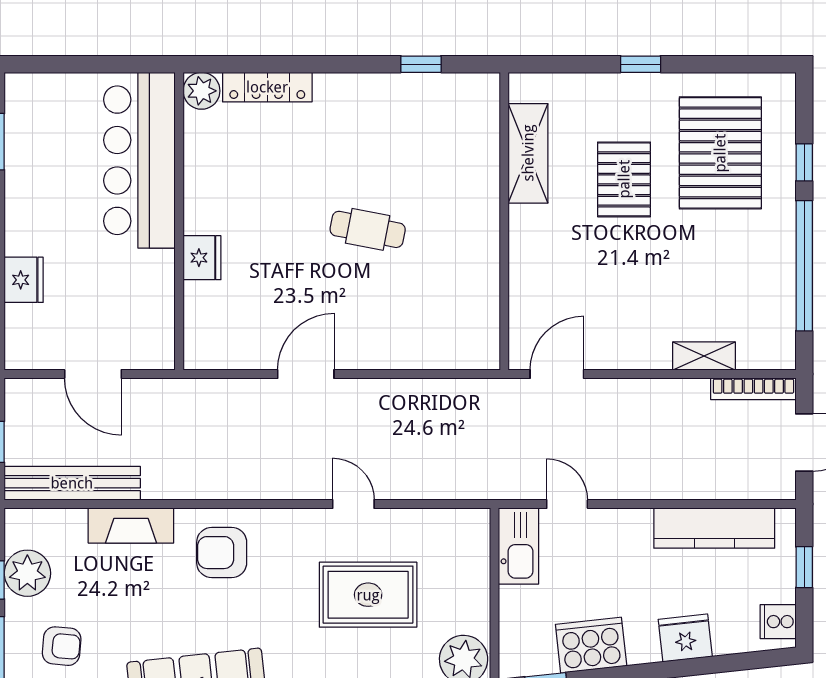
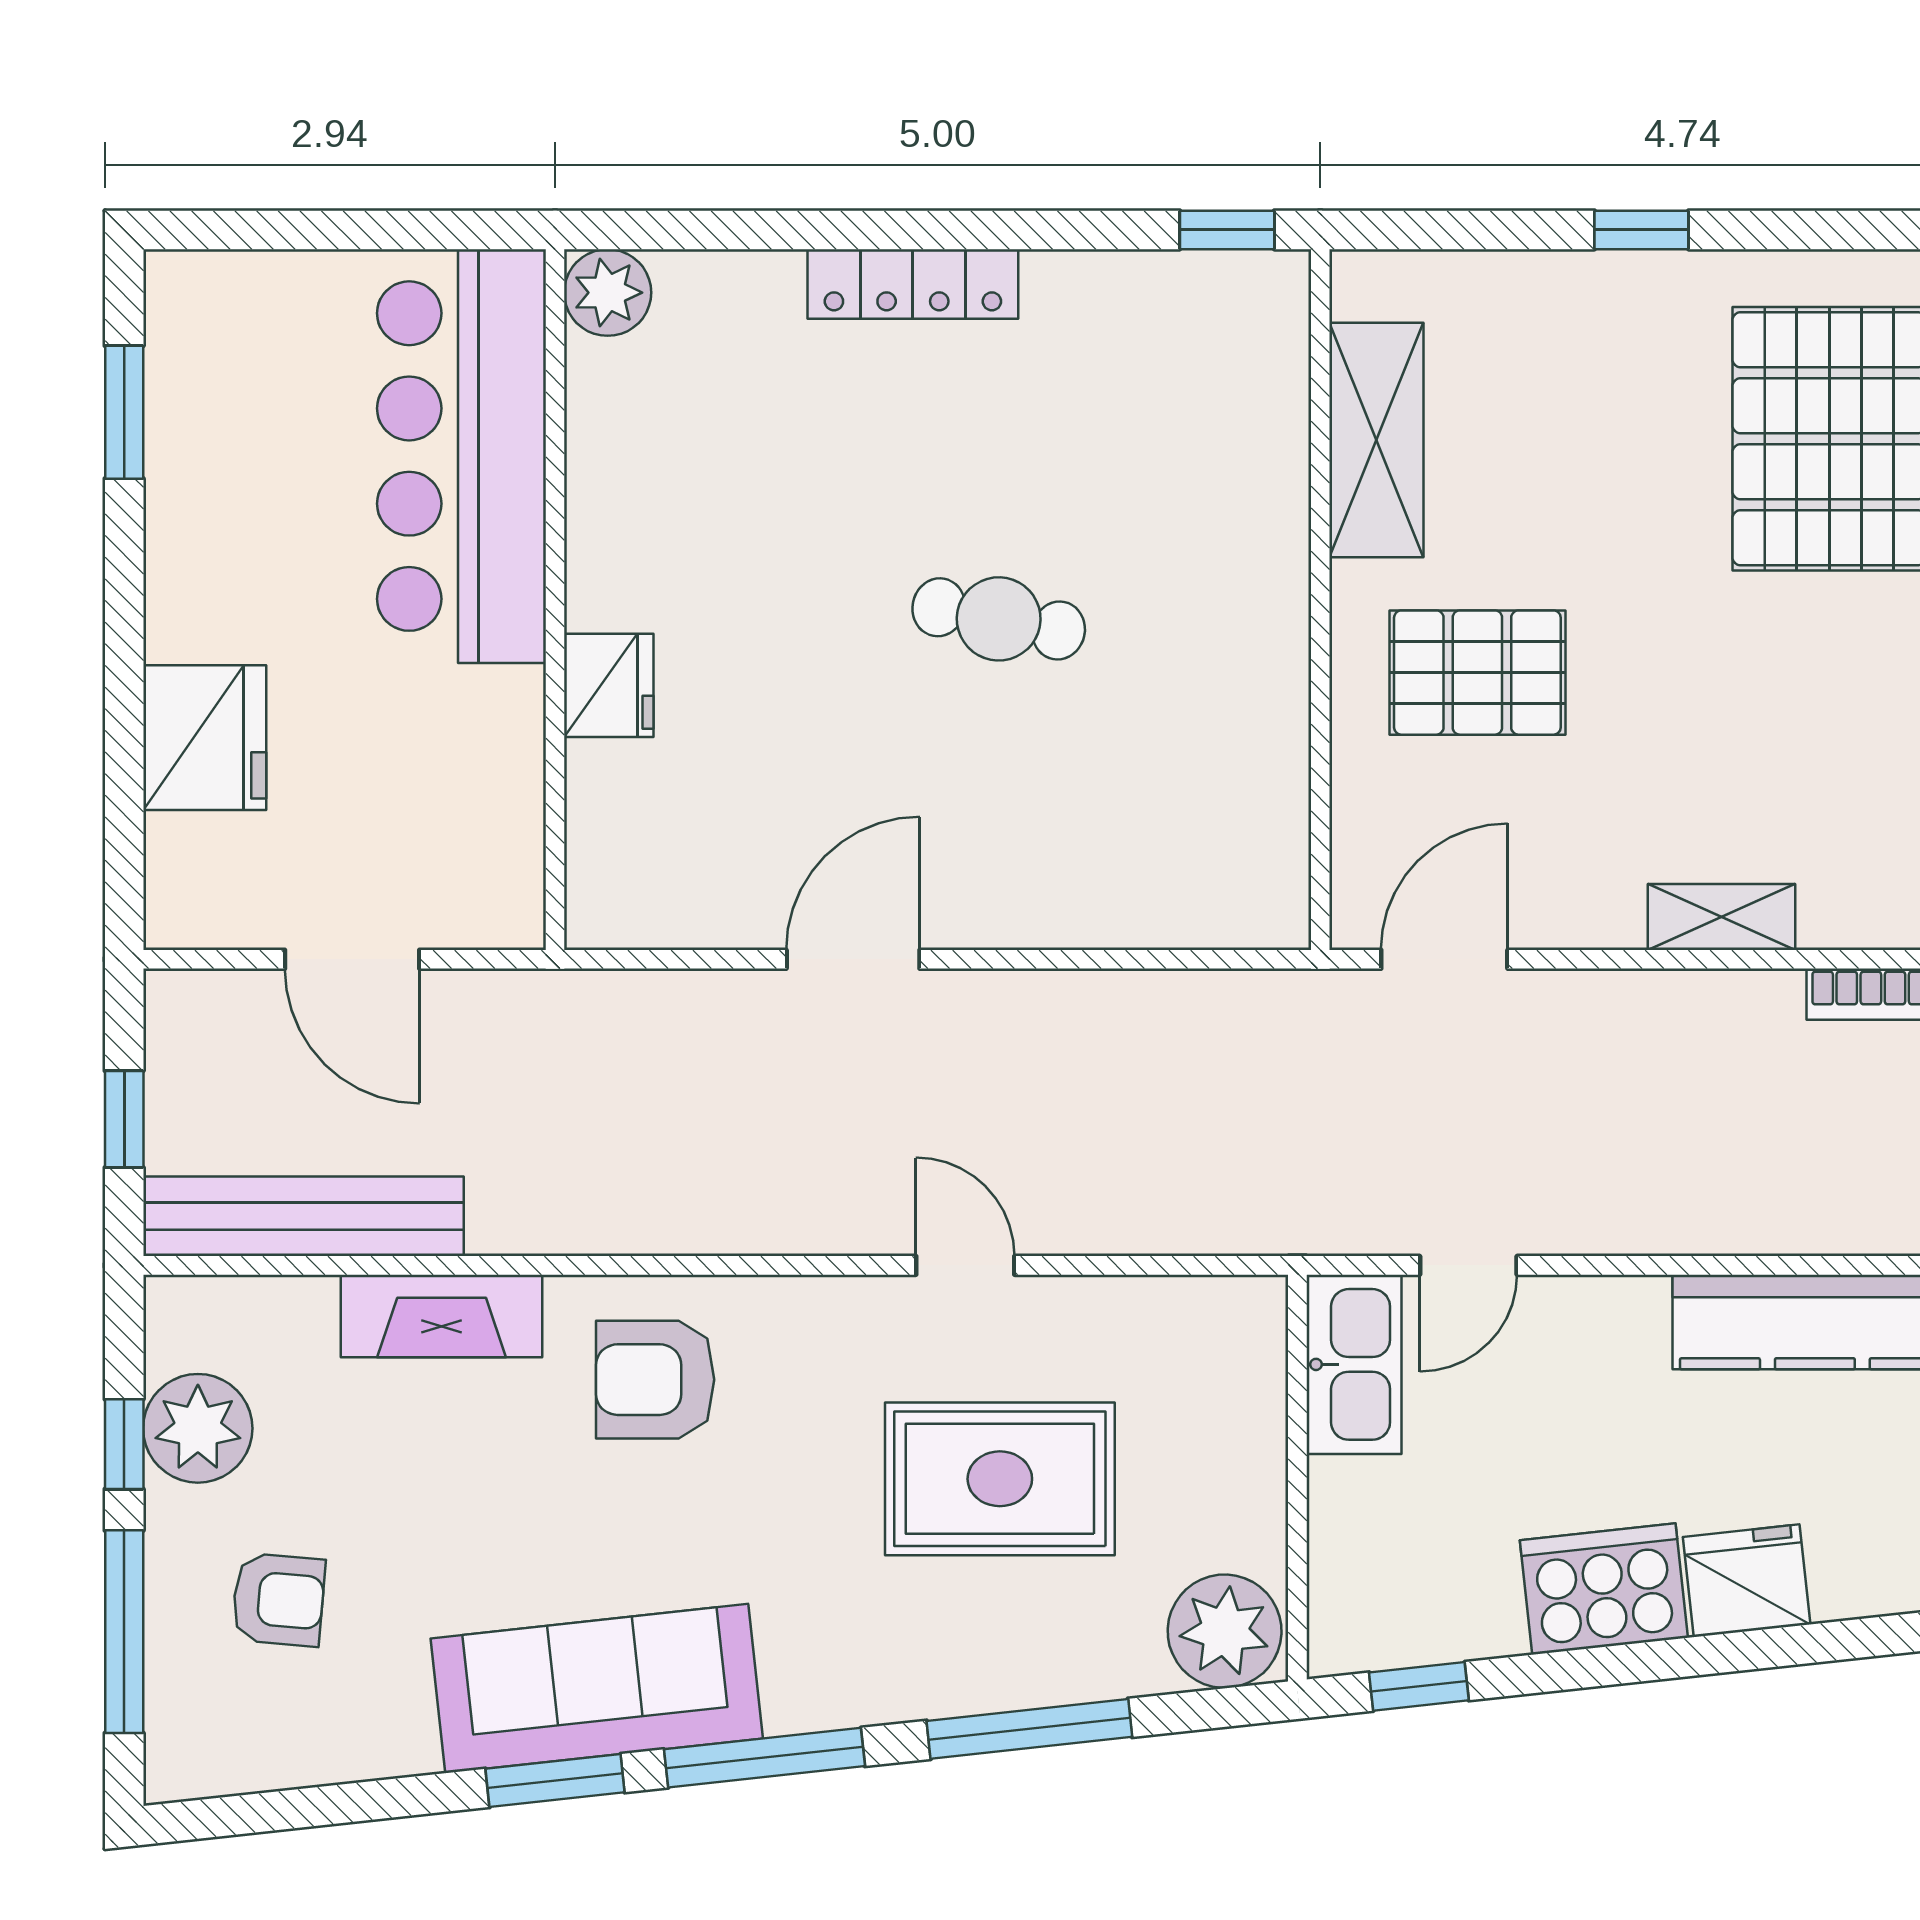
window: (421, 64) -> (1227, 230), moved
locker: (267, 87) -> (913, 284), moved
pallet: (624, 179) -> (1477, 673), moved, turned 90
fridge: (24, 280) -> (205, 738), width x1.36, depth x1.34
shelving: (704, 356) -> (1721, 917), moved
door: (567, 504) -> (1468, 1265), swing flipped
cooker: (591, 645) -> (1604, 1589), moved

